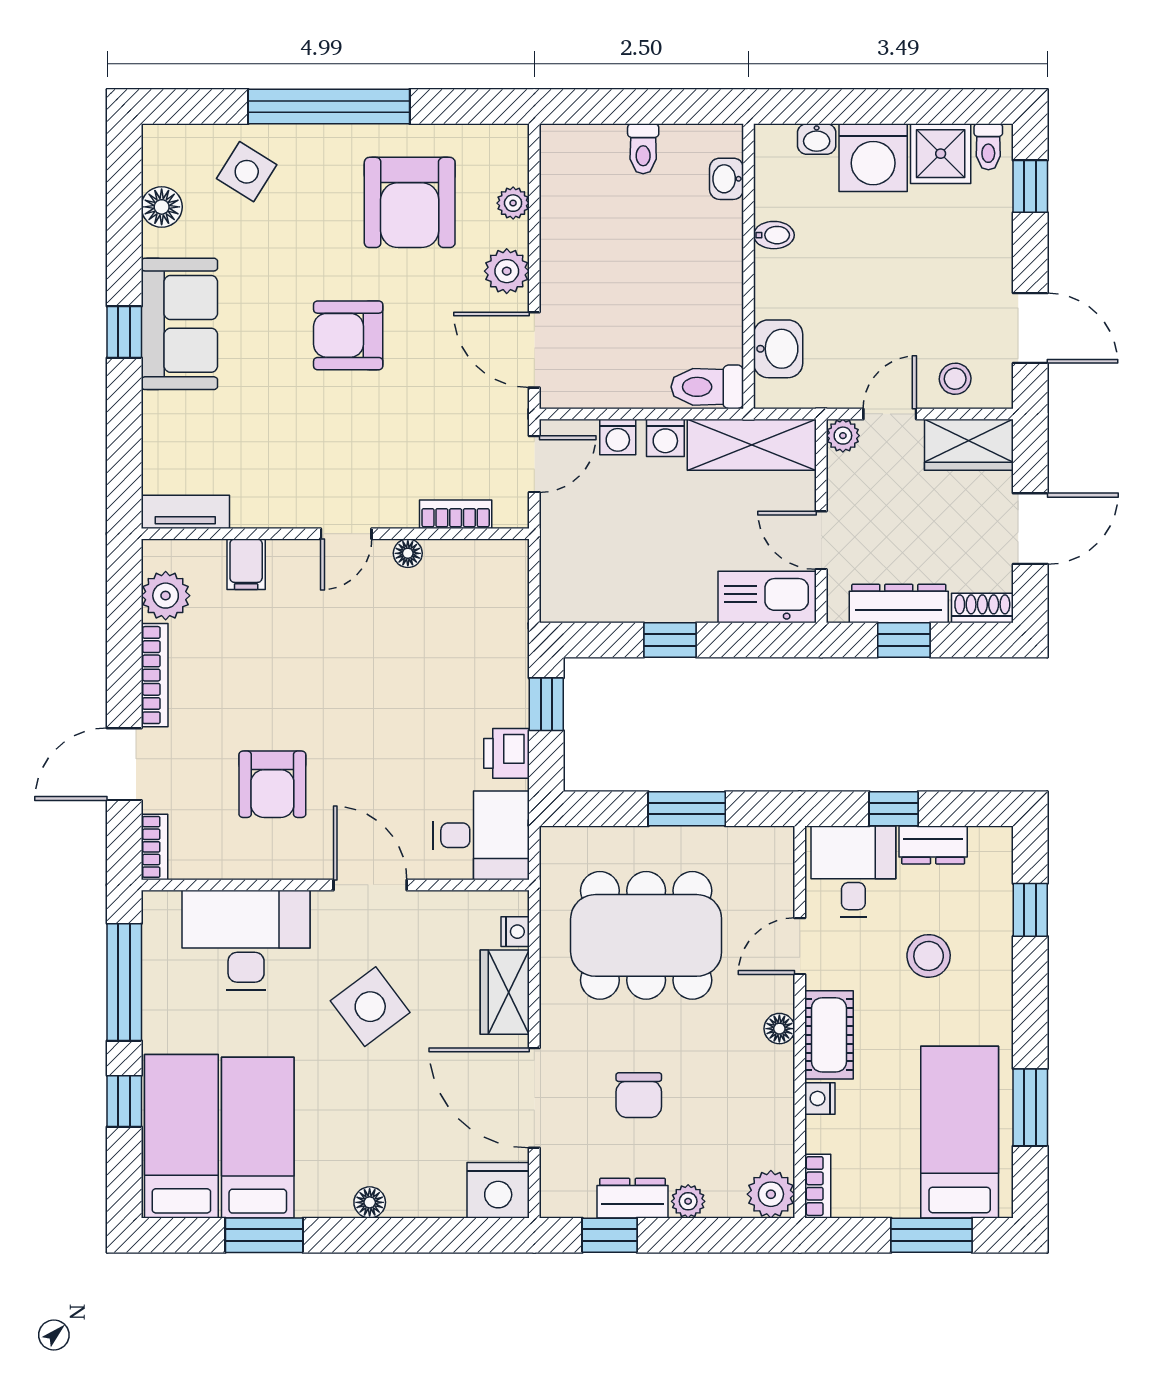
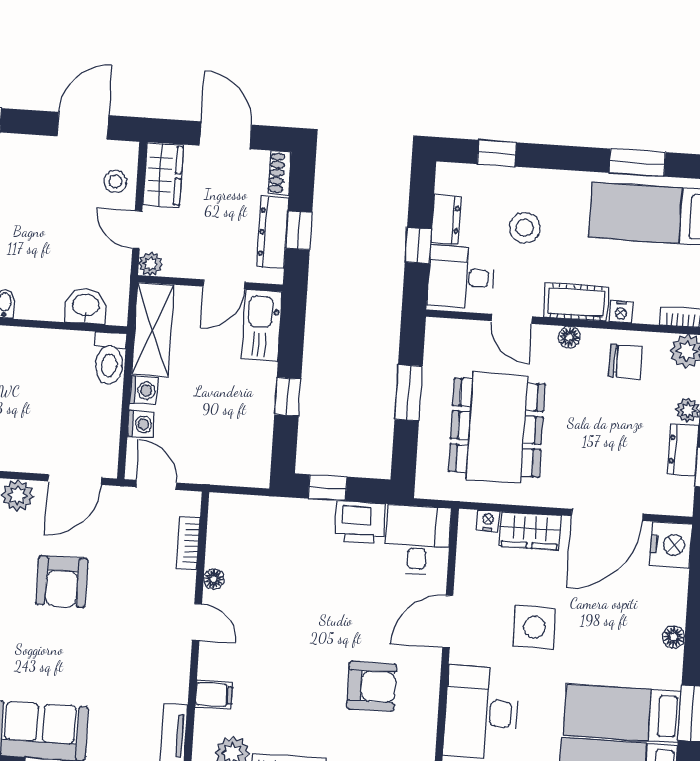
armchair: (348, 335) -> (62, 582), moved
printer: (507, 753) -> (360, 522), width x1.36, depth x1.24
side table: (370, 1007) -> (534, 627), turned 37
chair: (639, 1095) -> (626, 361), moved

